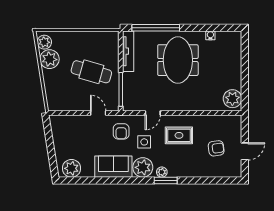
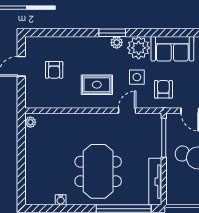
plant: (232, 99) -> (30, 122), width x0.53, depth x0.53
armchair: (216, 148) -> (54, 70), turned -82

